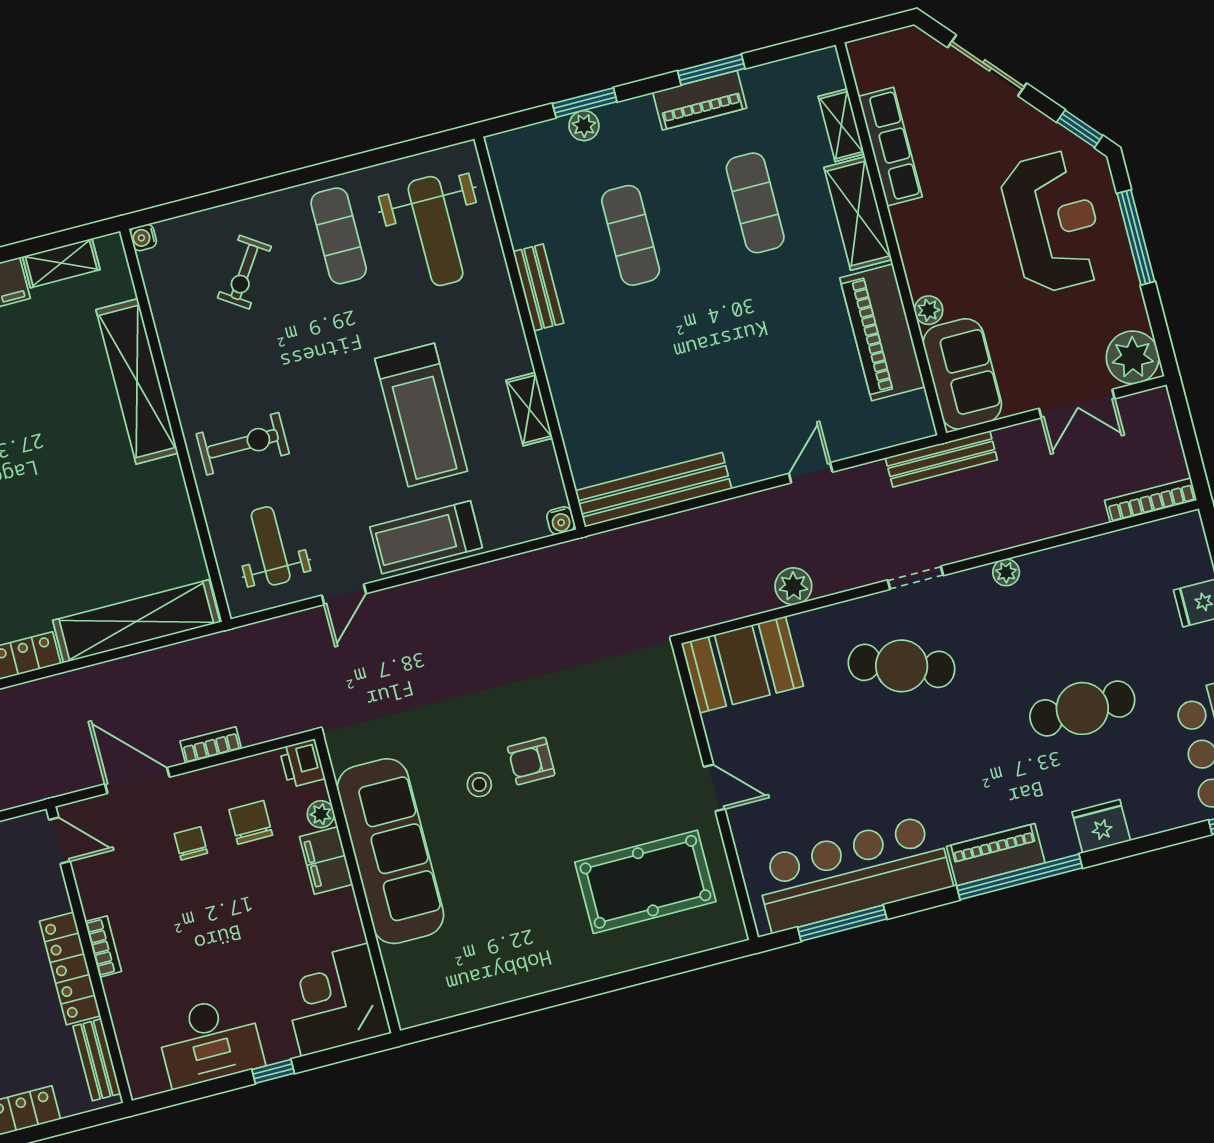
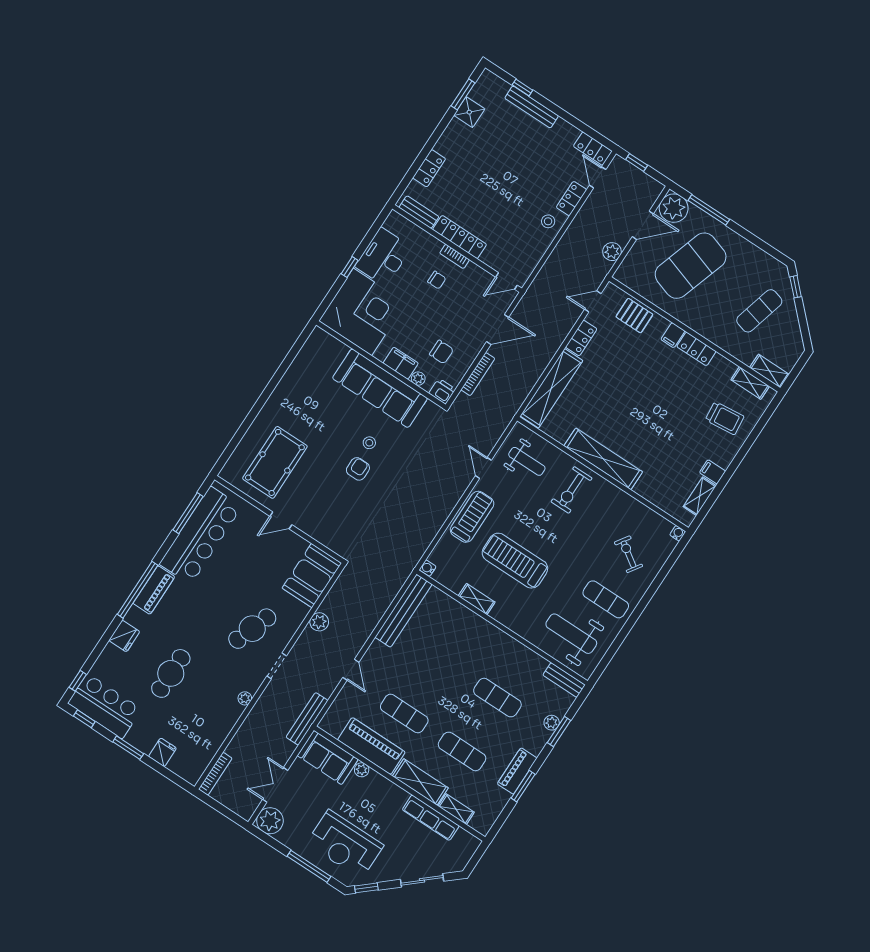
bench: (538, 287) -> (564, 680), moved
exercise mat: (790, 337) -> (404, 713), added
shelving: (137, 381) -> (603, 459), moved
bookcase: (211, 745) -> (478, 374), width x1.56
chair: (191, 843) -> (437, 280), moved
corner desk: (335, 1000) -> (362, 312), width x1.36, depth x1.36

